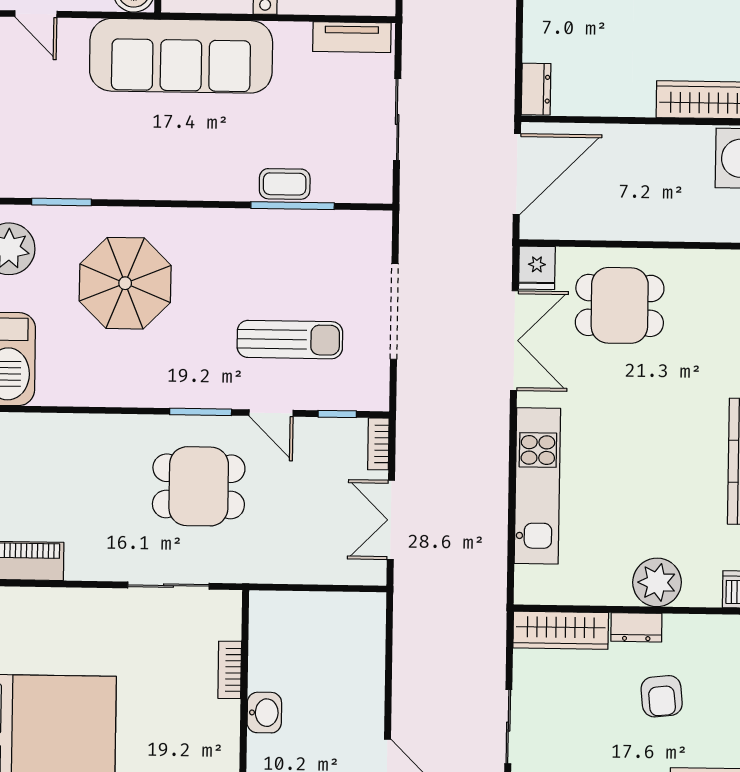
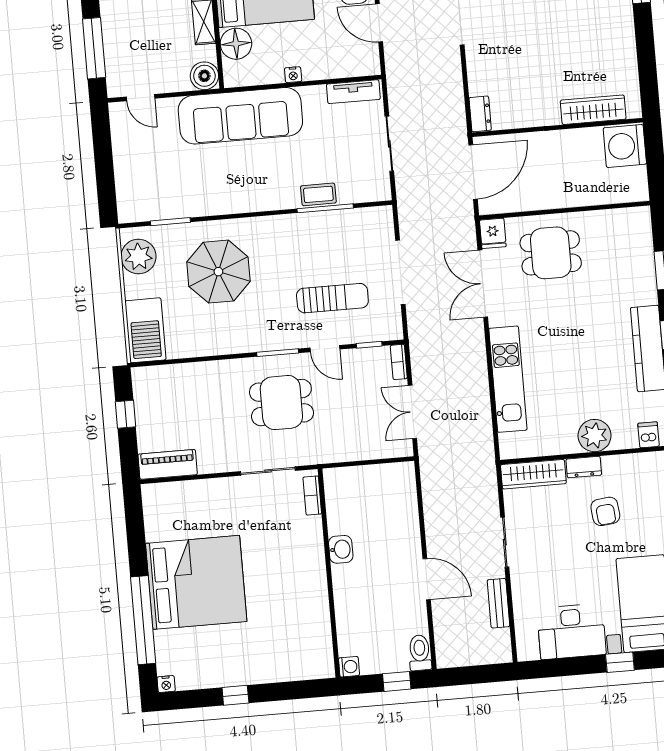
double door: (514, 341) -> (483, 284), swing flipped
bookcase: (230, 670) -> (312, 495), moved

